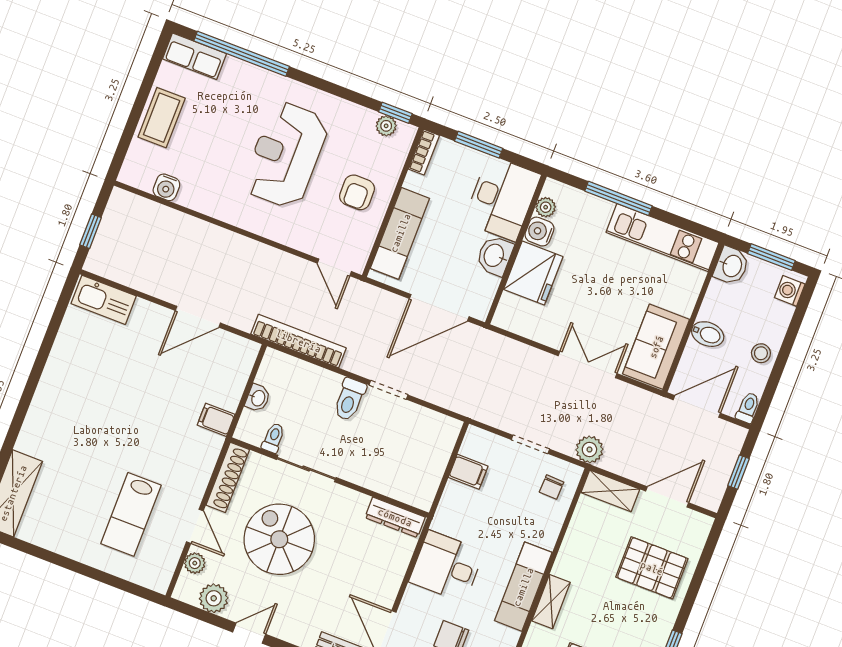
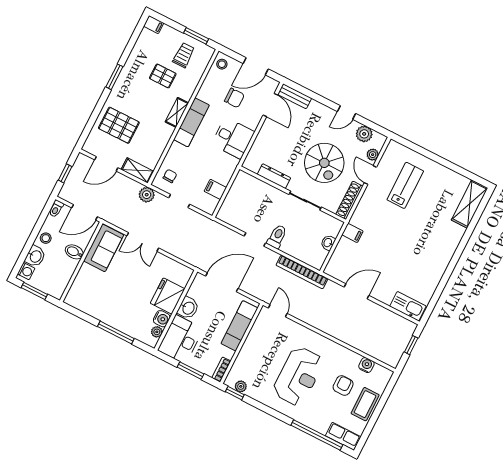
armchair: (357, 192) -> (343, 386), moved
kitchen unit: (663, 237) -> (94, 308), removed
washbasin: (731, 266) -> (35, 256), moved, turned 180
toilet: (273, 438) -> (322, 220), removed
dresser: (395, 517) -> (274, 176), moved

